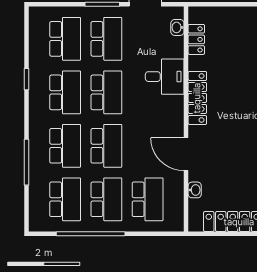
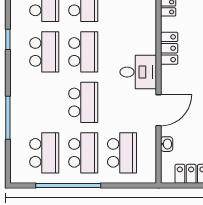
desk: (165, 77) -> (138, 72), moved
locker: (197, 98) -> (169, 48), width x0.66
school desk: (65, 146) -> (44, 102), removed
door: (186, 154) -> (158, 110), swing flipped

